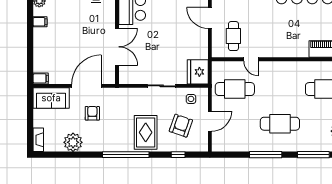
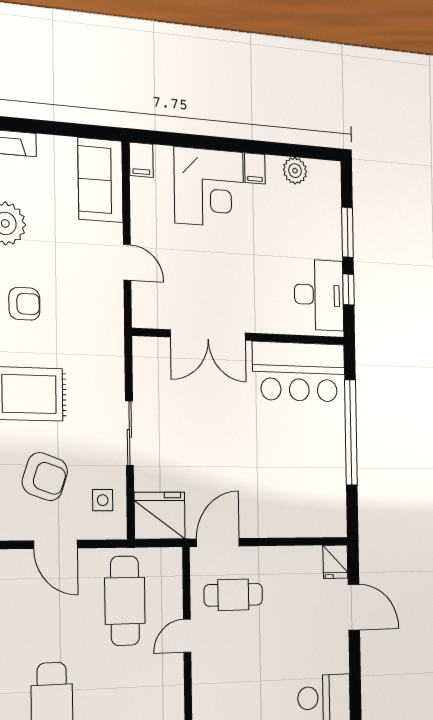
door: (210, 18) -> (218, 543), moved
corner desk: (50, 45) -> (209, 187), added
door: (86, 86) -> (127, 262), width x0.53
armchair: (92, 113) -> (24, 304), moved

